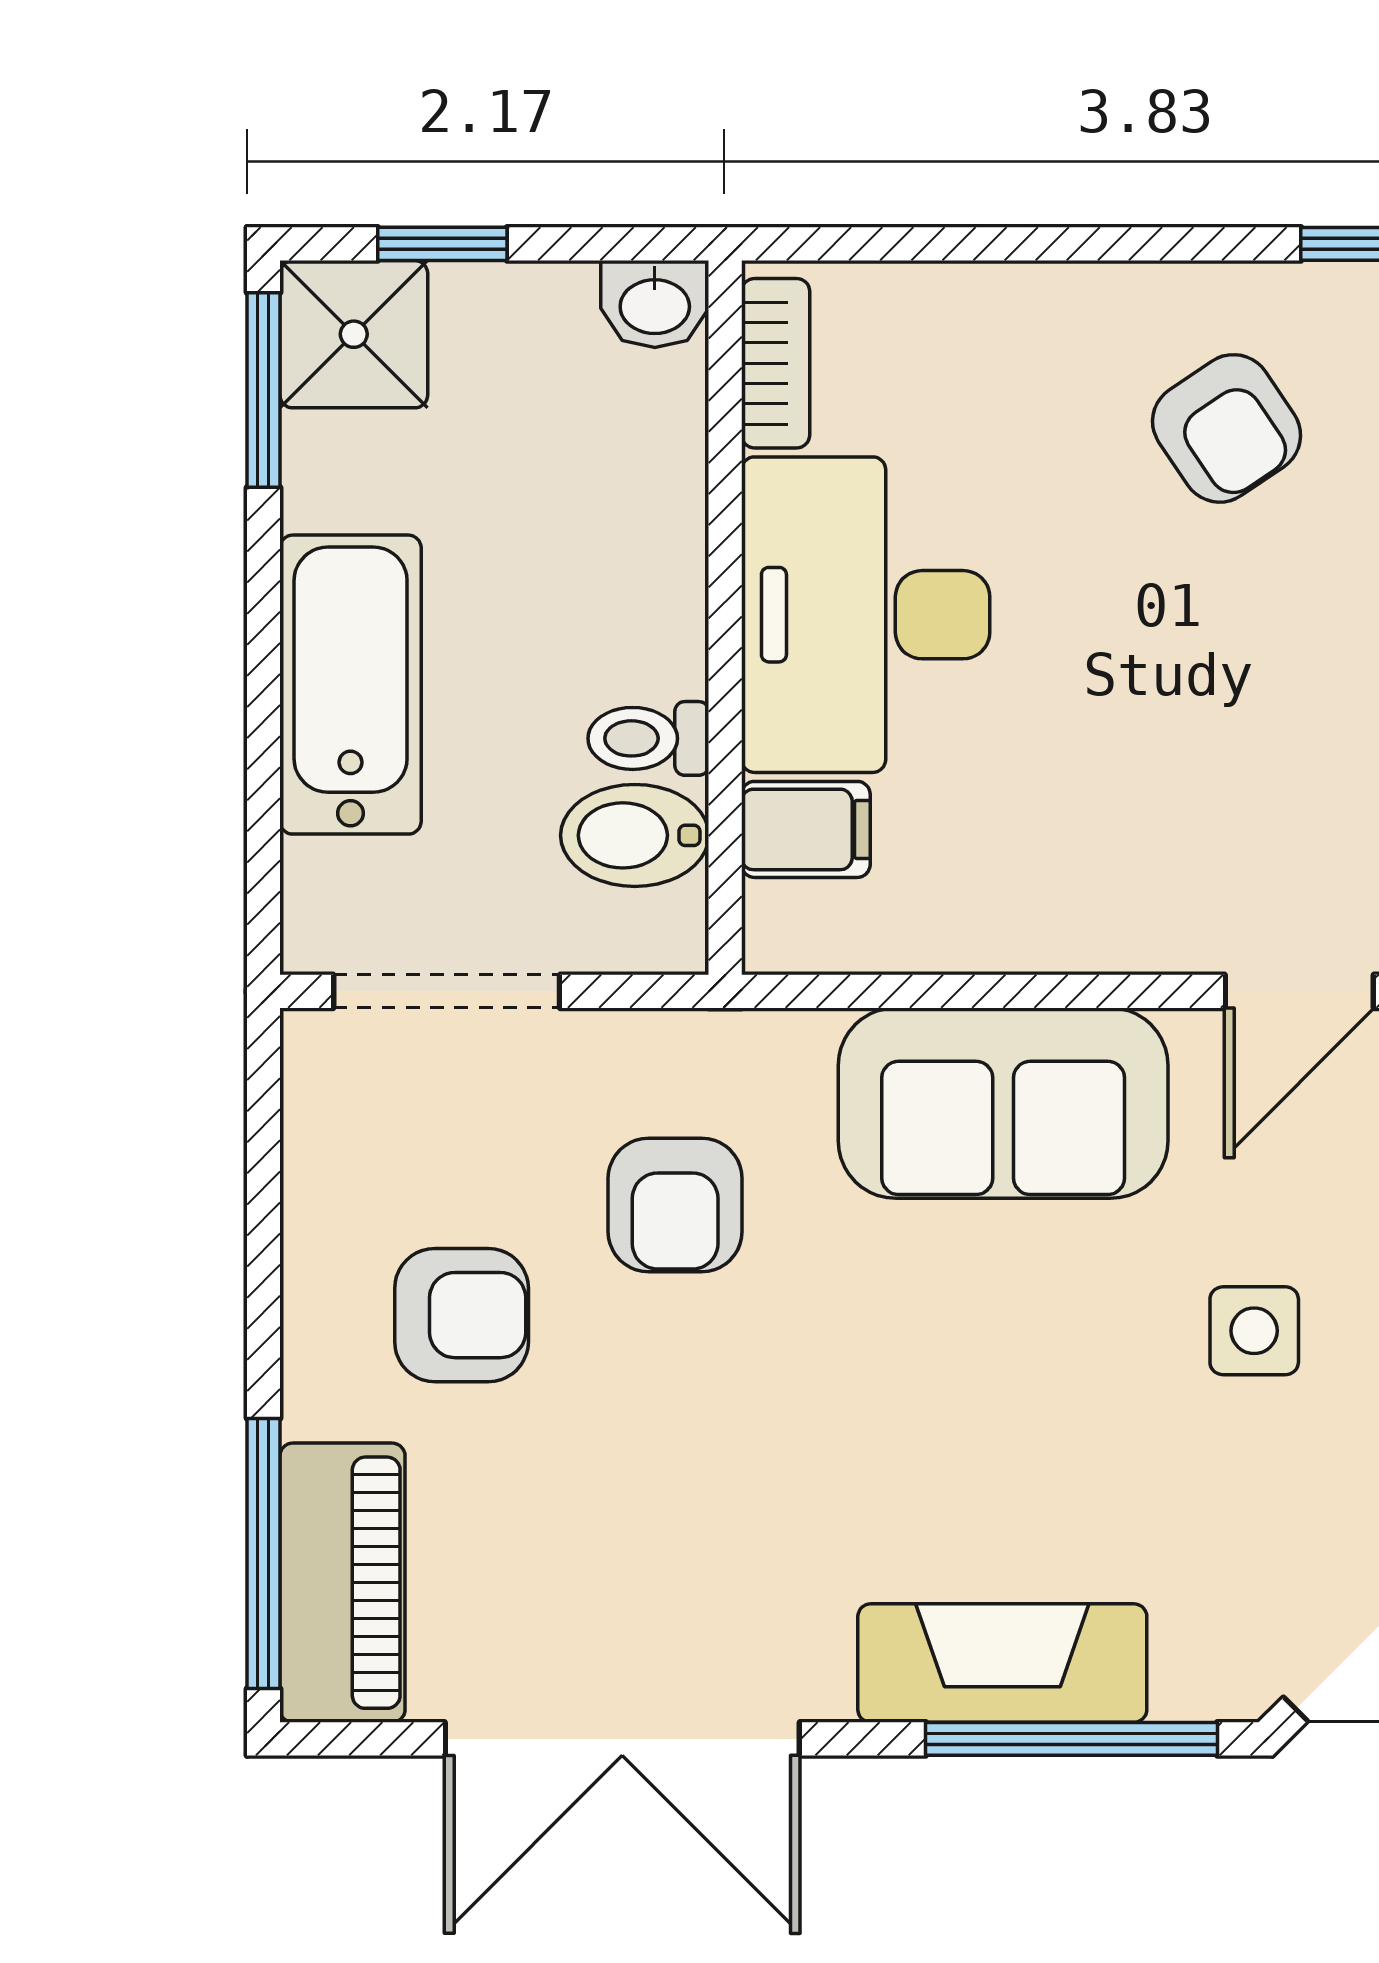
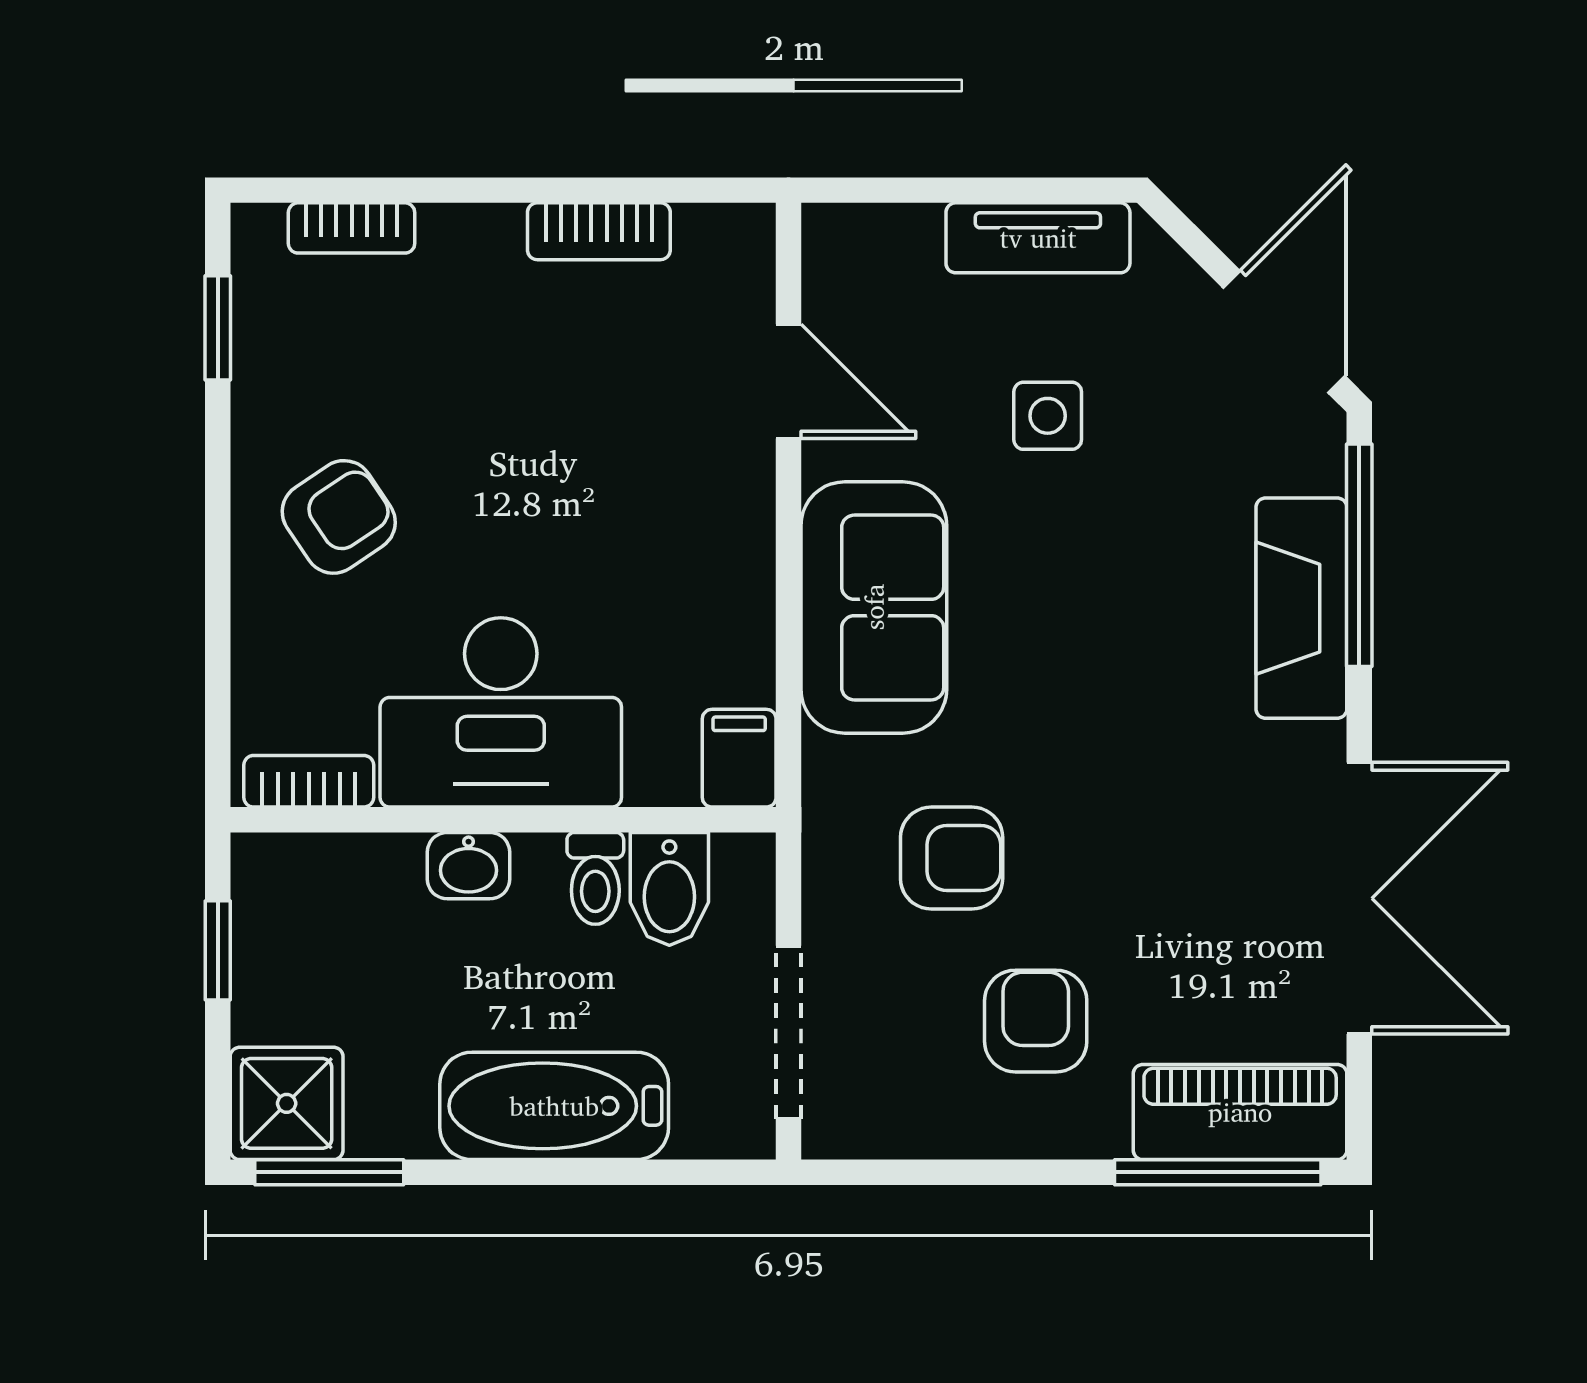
window: (442, 244) -> (218, 950), moved
washbasin: (655, 304) -> (469, 866), moved, turned 90
armchair: (1227, 428) -> (339, 517), moved
filing cabinet: (806, 829) -> (739, 758), moved

